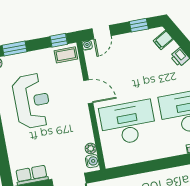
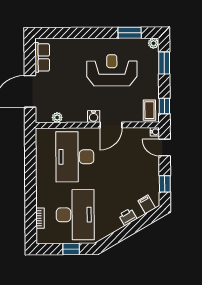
reception desk: (32, 101) -> (112, 70), turned 180
desk: (128, 123) -> (75, 157), turned 180
water cooler: (92, 161) -> (94, 116), moved

